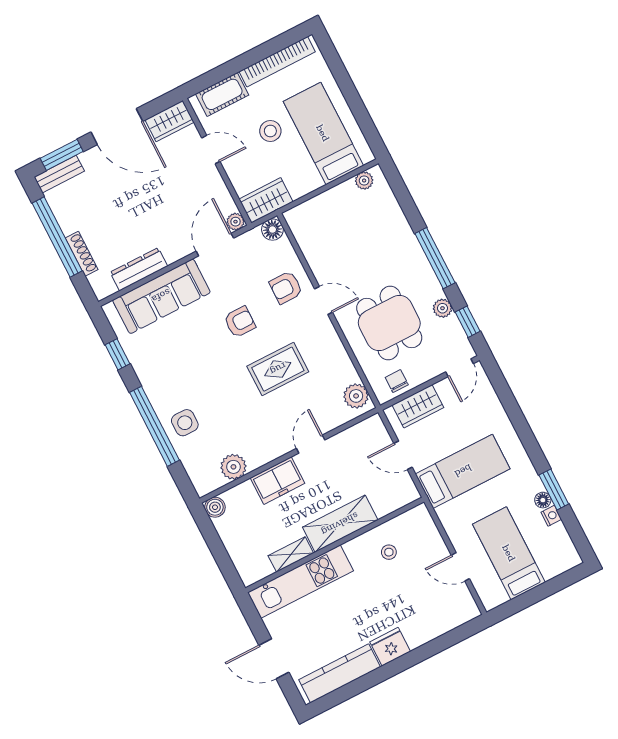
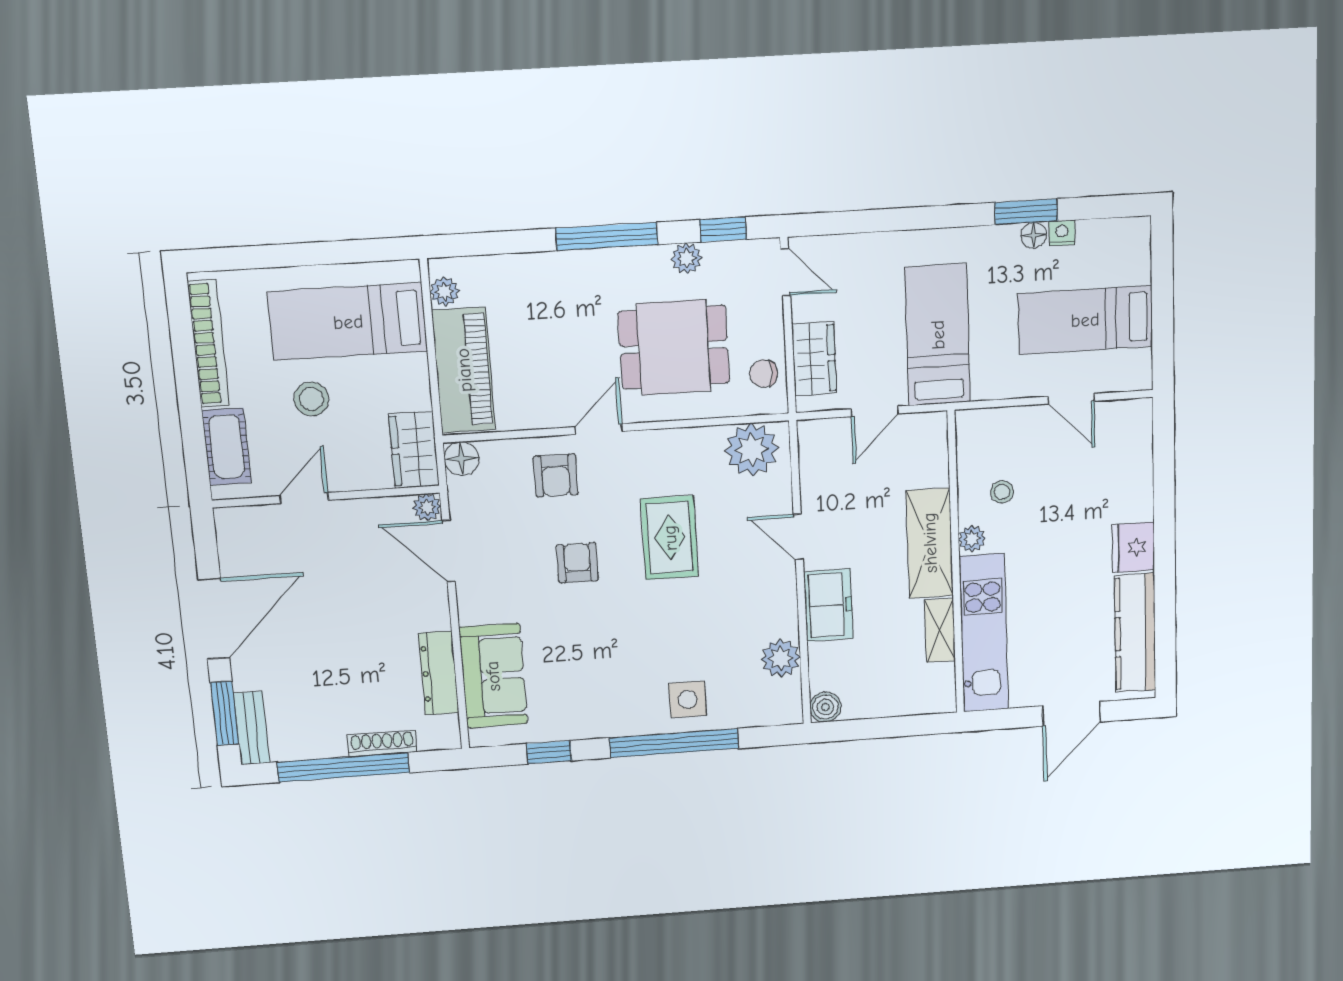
wardrobe: (170, 121) -> (236, 540), removed
piano: (324, 210) -> (464, 370), added
sofa: (161, 296) -> (493, 676), width x0.73
plant: (356, 396) -> (752, 450), width x1.36, depth x1.36
plant: (354, 548) -> (972, 539), added
door: (460, 567) -> (1071, 399), hinge flipped

